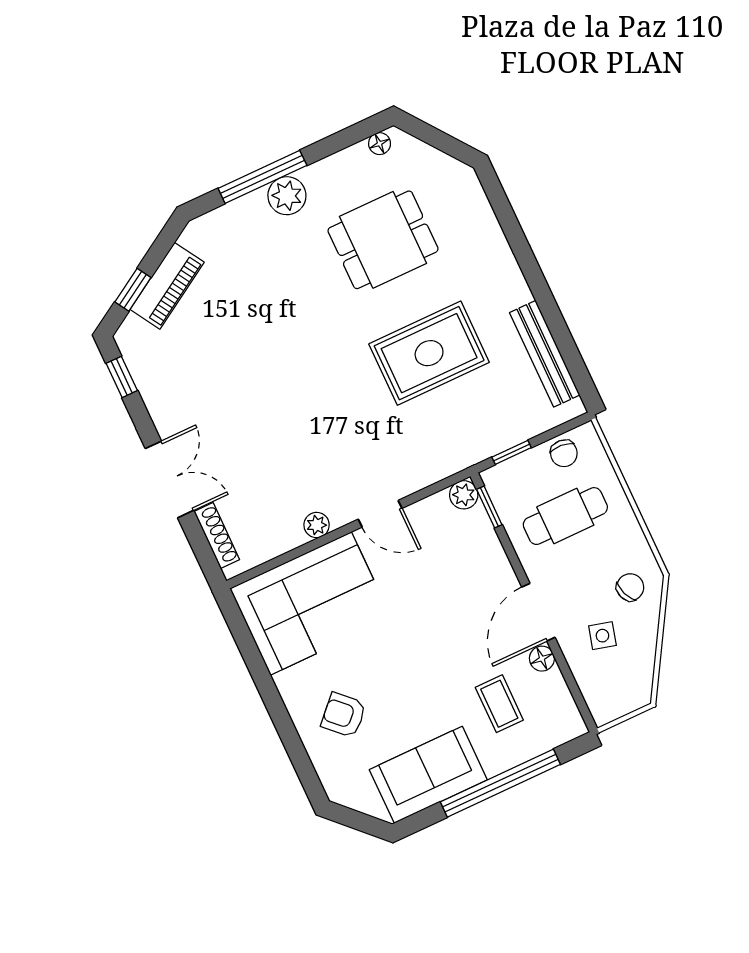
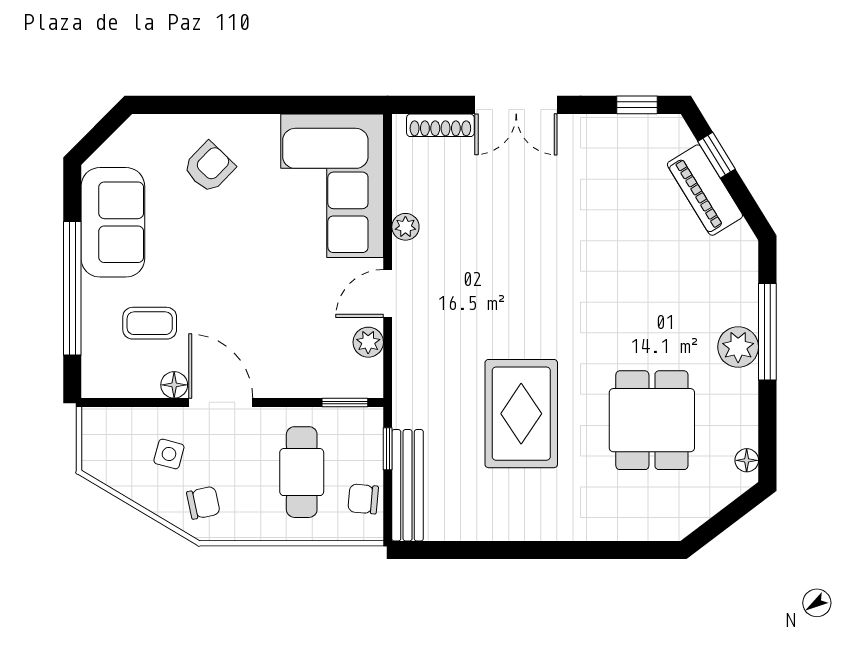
bench: (545, 354) -> (408, 485), moved, turned 90
plant: (464, 495) -> (368, 342), moved
chair: (630, 587) -> (203, 503), turned -81

